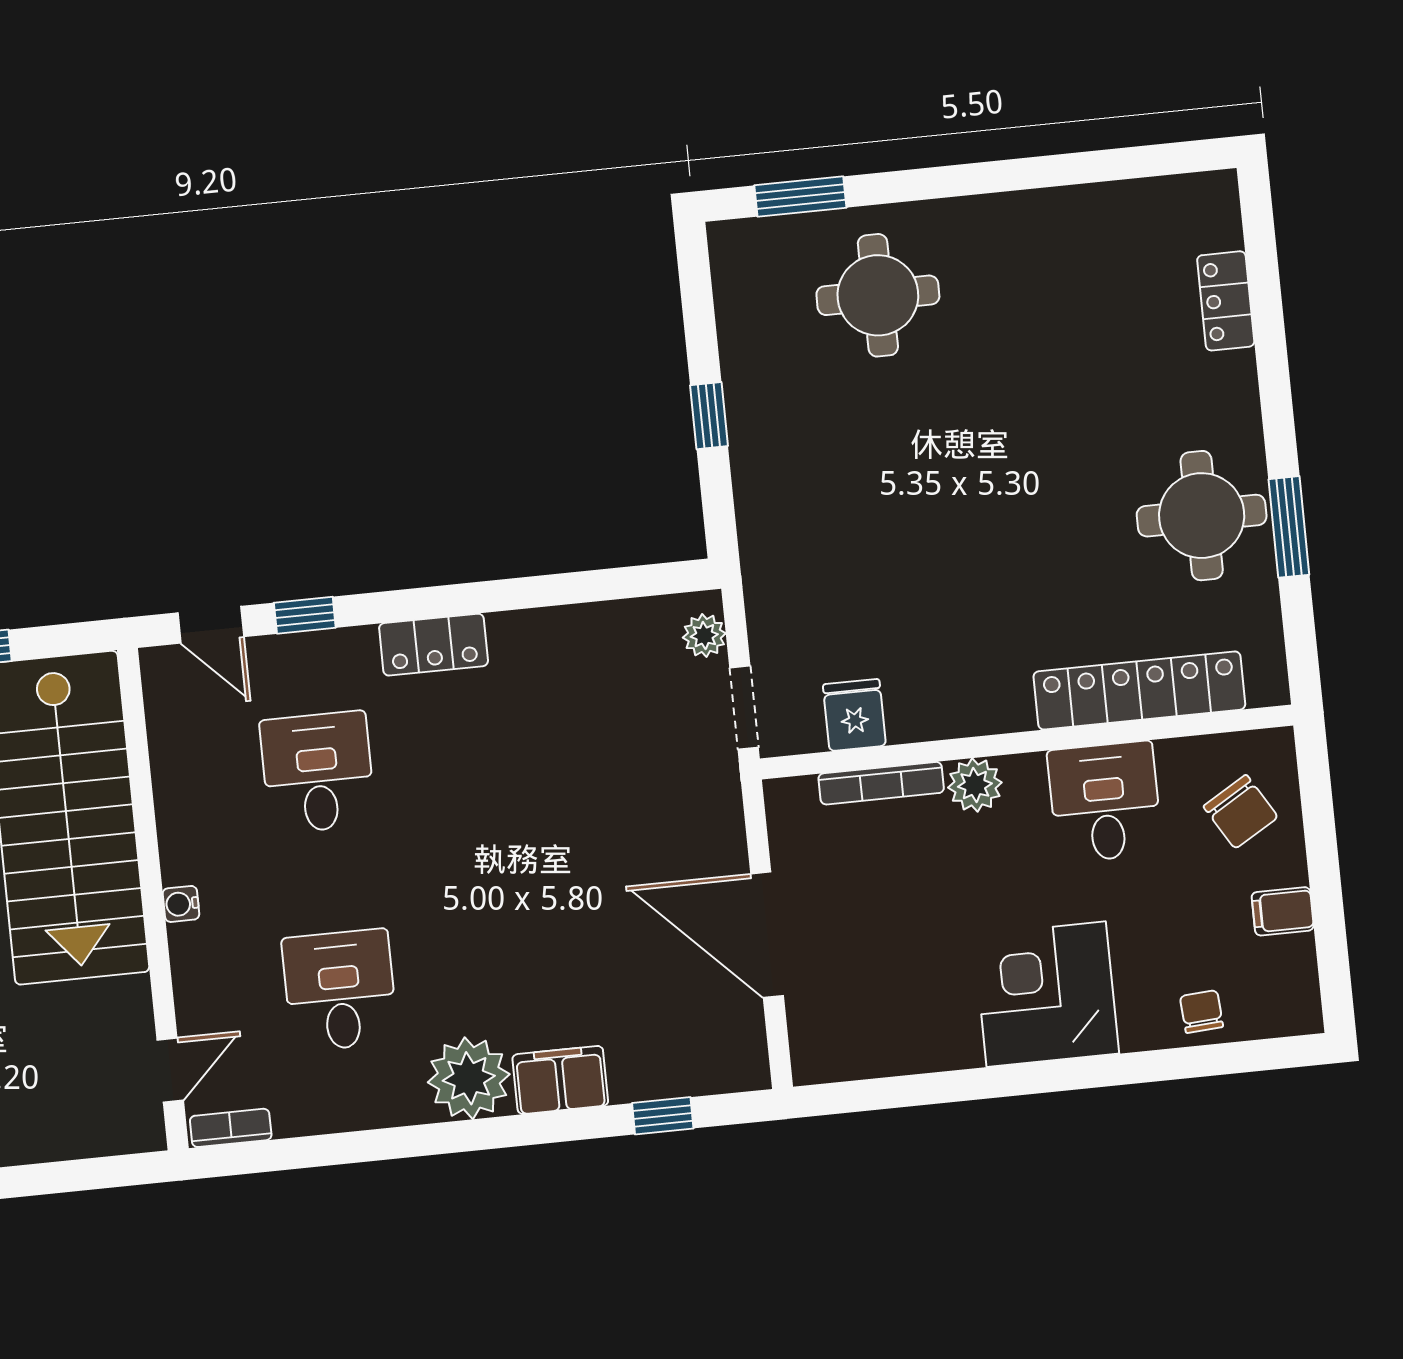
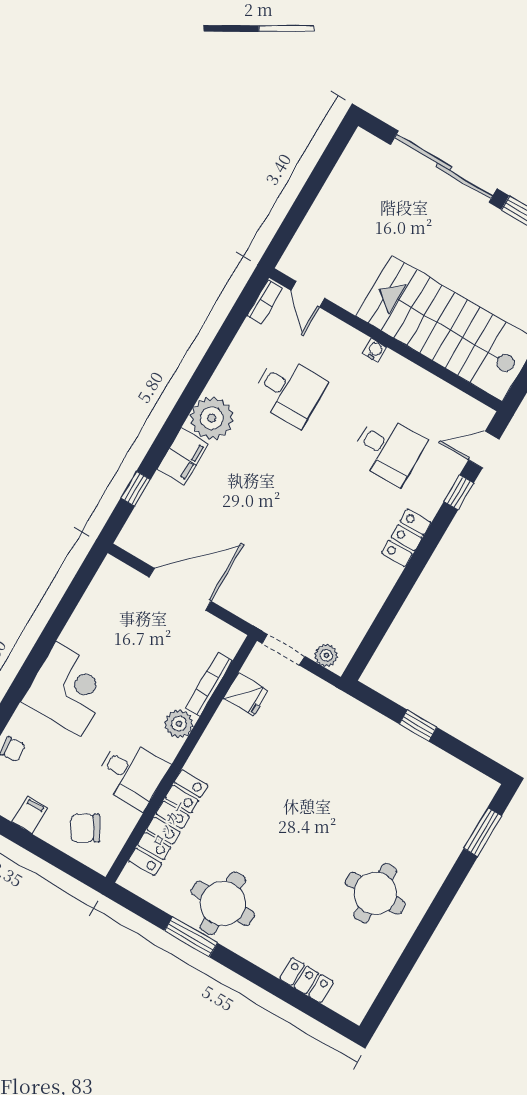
round table: (878, 295) -> (375, 893), moved

